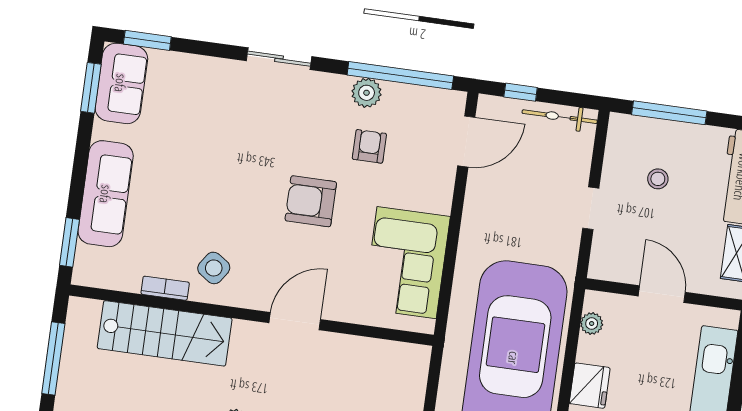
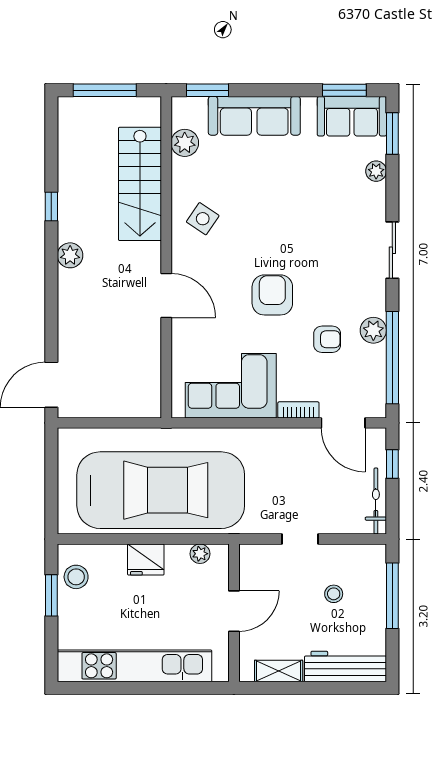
plant: (187, 65) -> (376, 171), added
plant: (125, 276) -> (185, 143), added
bookcase: (165, 288) -> (298, 410), moved, turned -90

